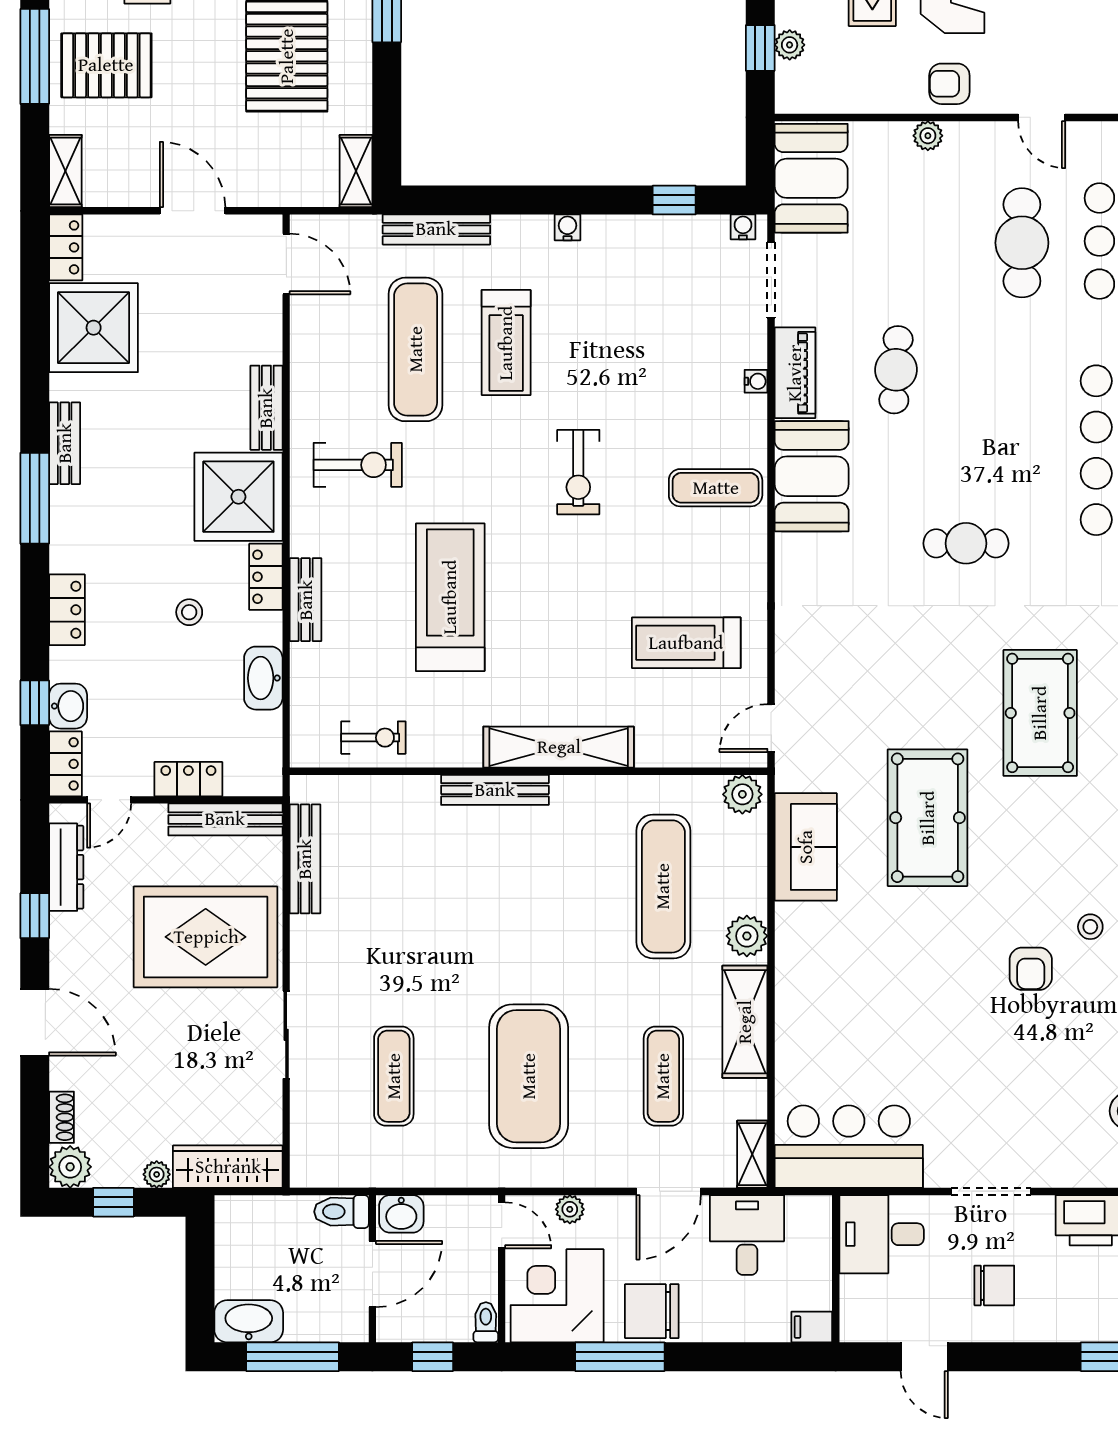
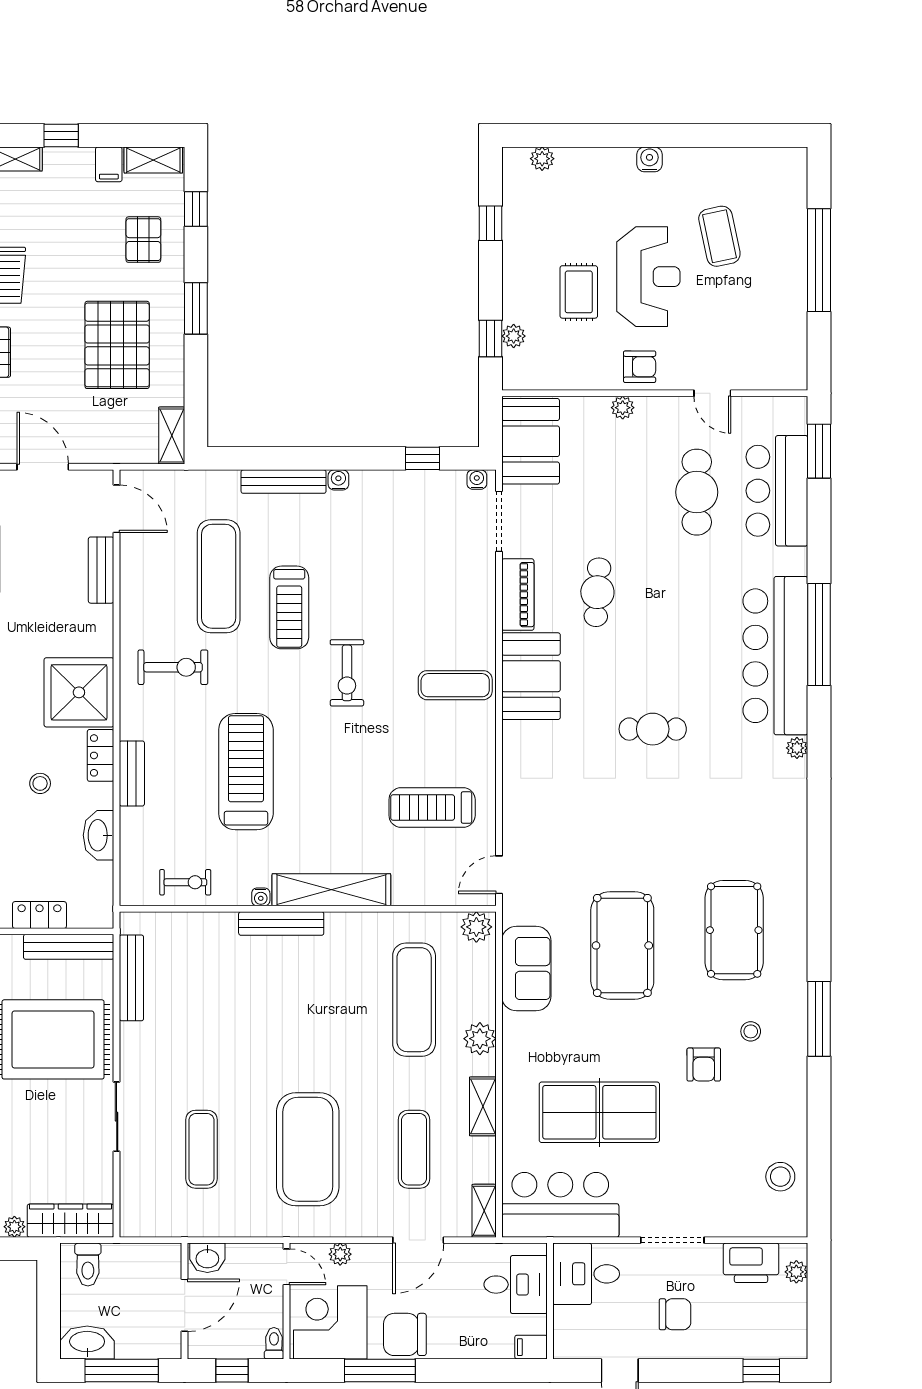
armchair: (949, 84) -> (640, 367), turned 180
bench: (436, 229) -> (284, 482), moved
treadmill: (506, 343) -> (289, 607), moved
water cooler: (756, 381) -> (261, 897), moved, turned 90
bench: (266, 408) -> (101, 570), moved
pool table: (1040, 713) -> (734, 930), moved
shelving: (745, 1022) -> (483, 1106), width x0.67, depth x0.75
table tennis table: (898, 1029) -> (599, 1112), added
toilet: (341, 1212) -> (88, 1265), moved, turned -90
desk: (747, 1235) -> (516, 1285), moved, turned 90

